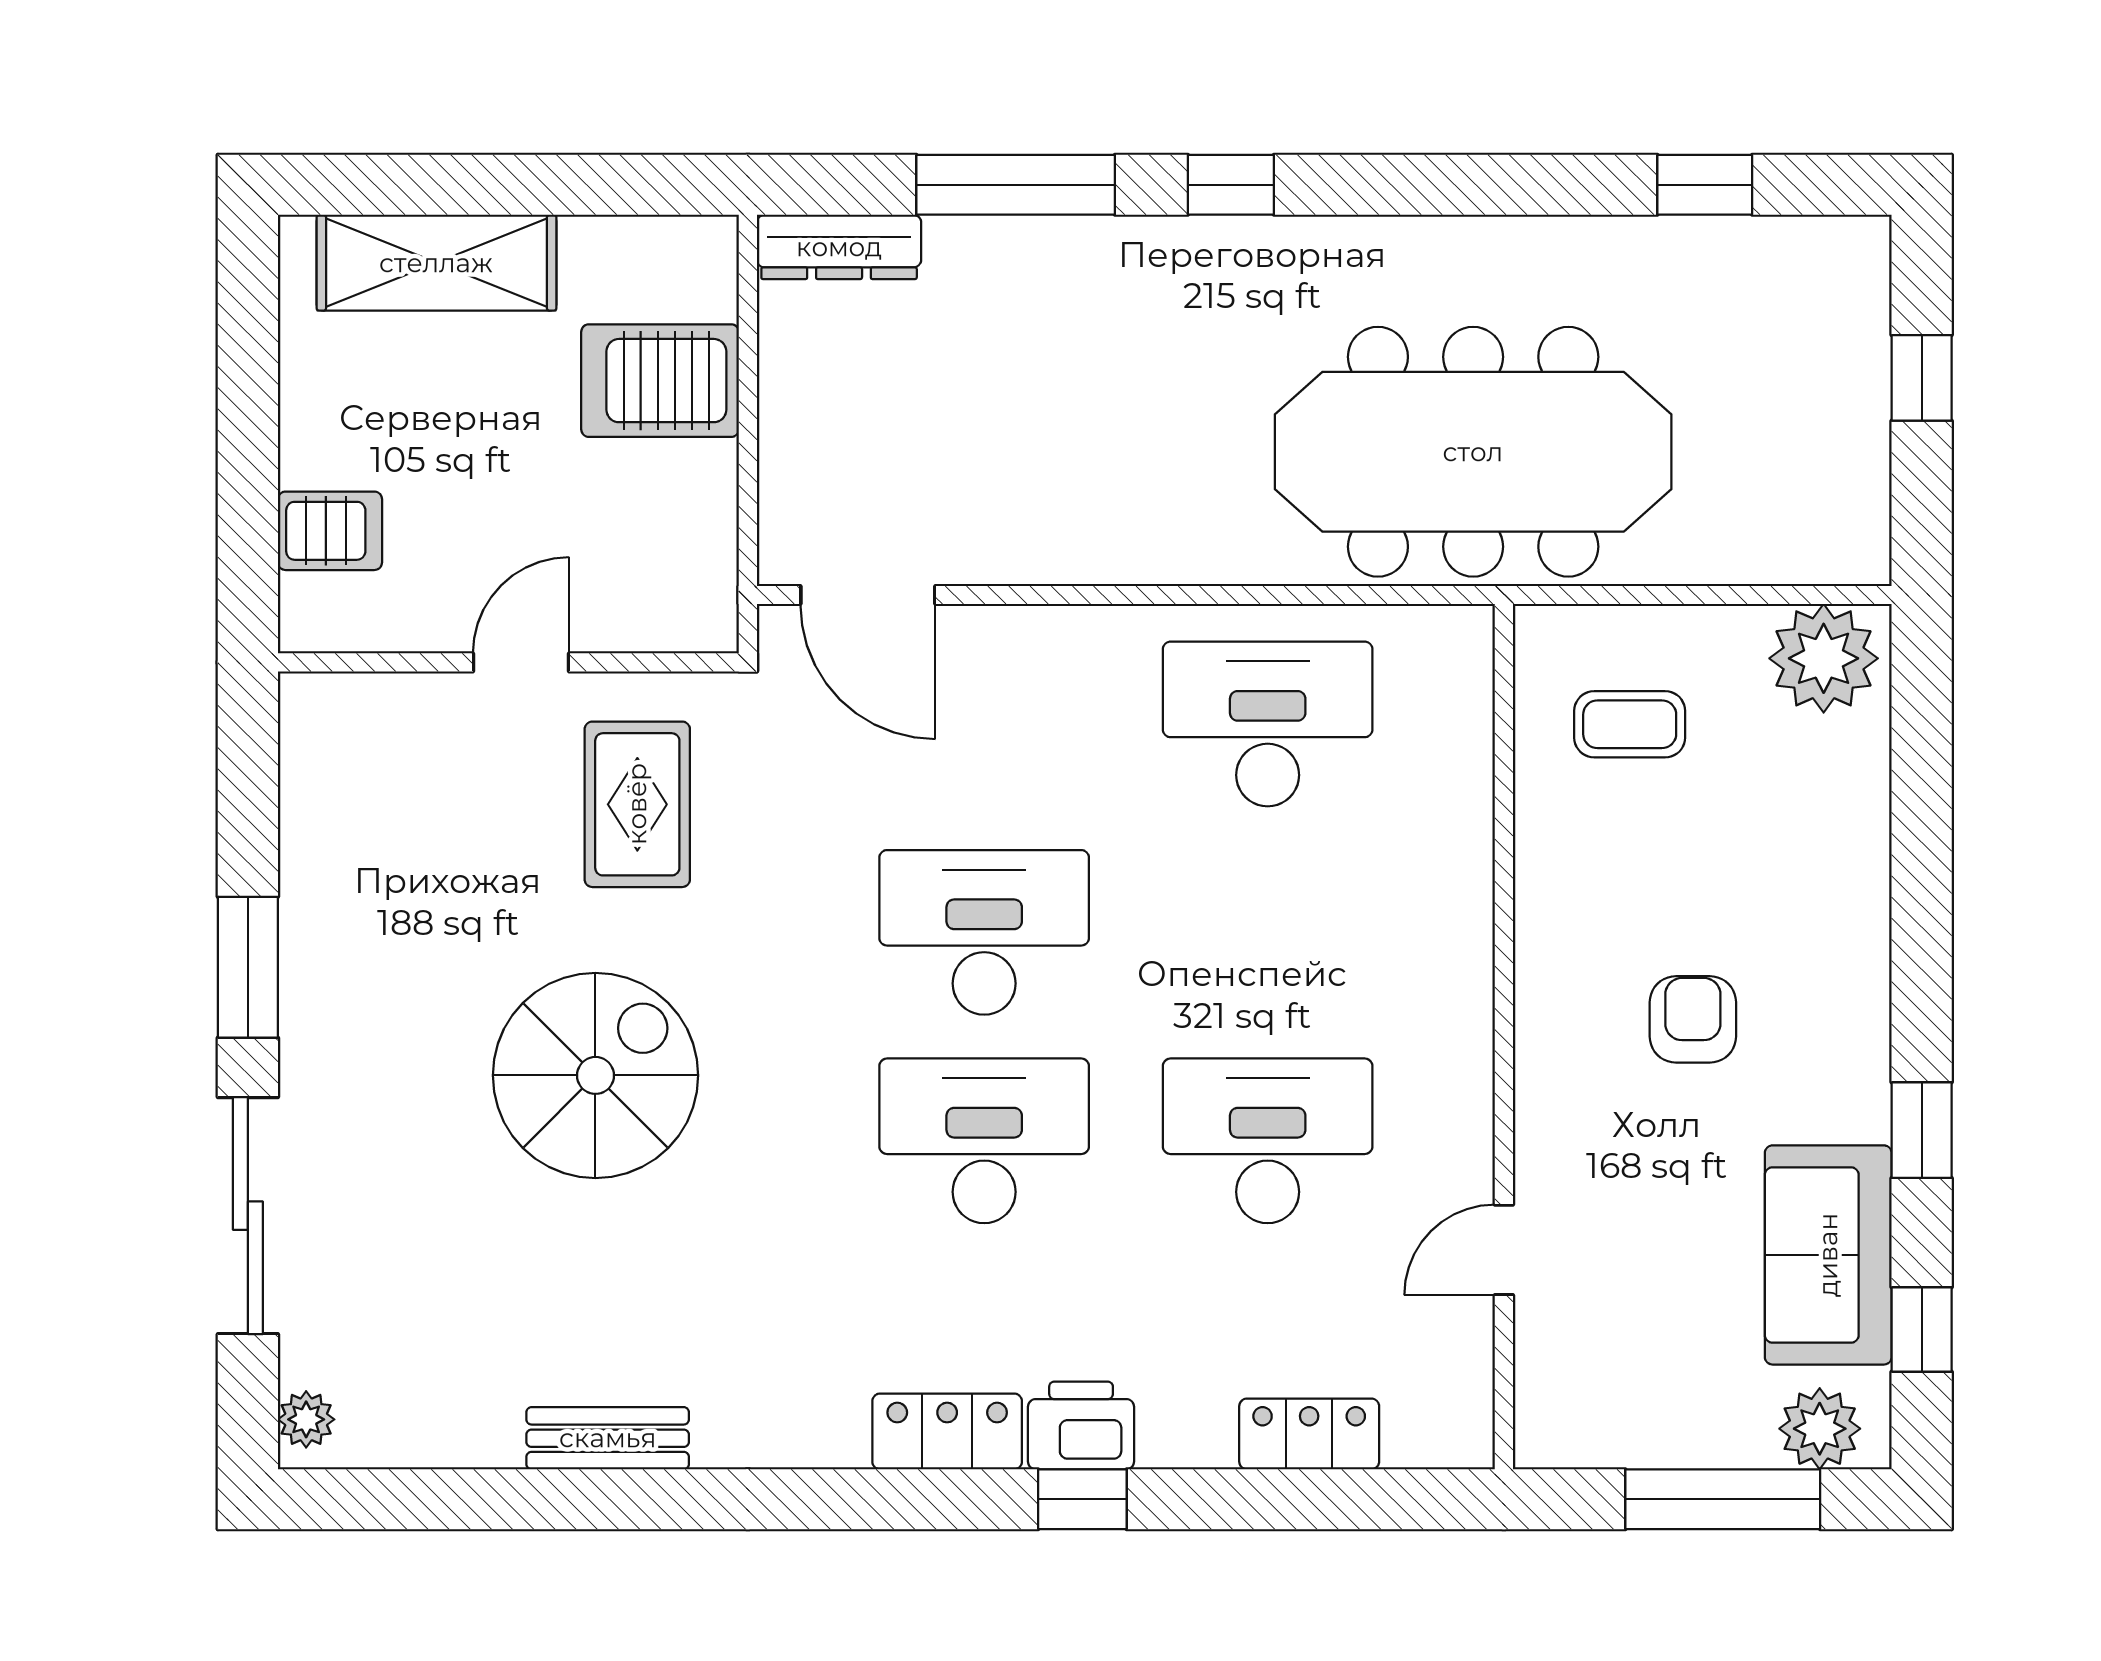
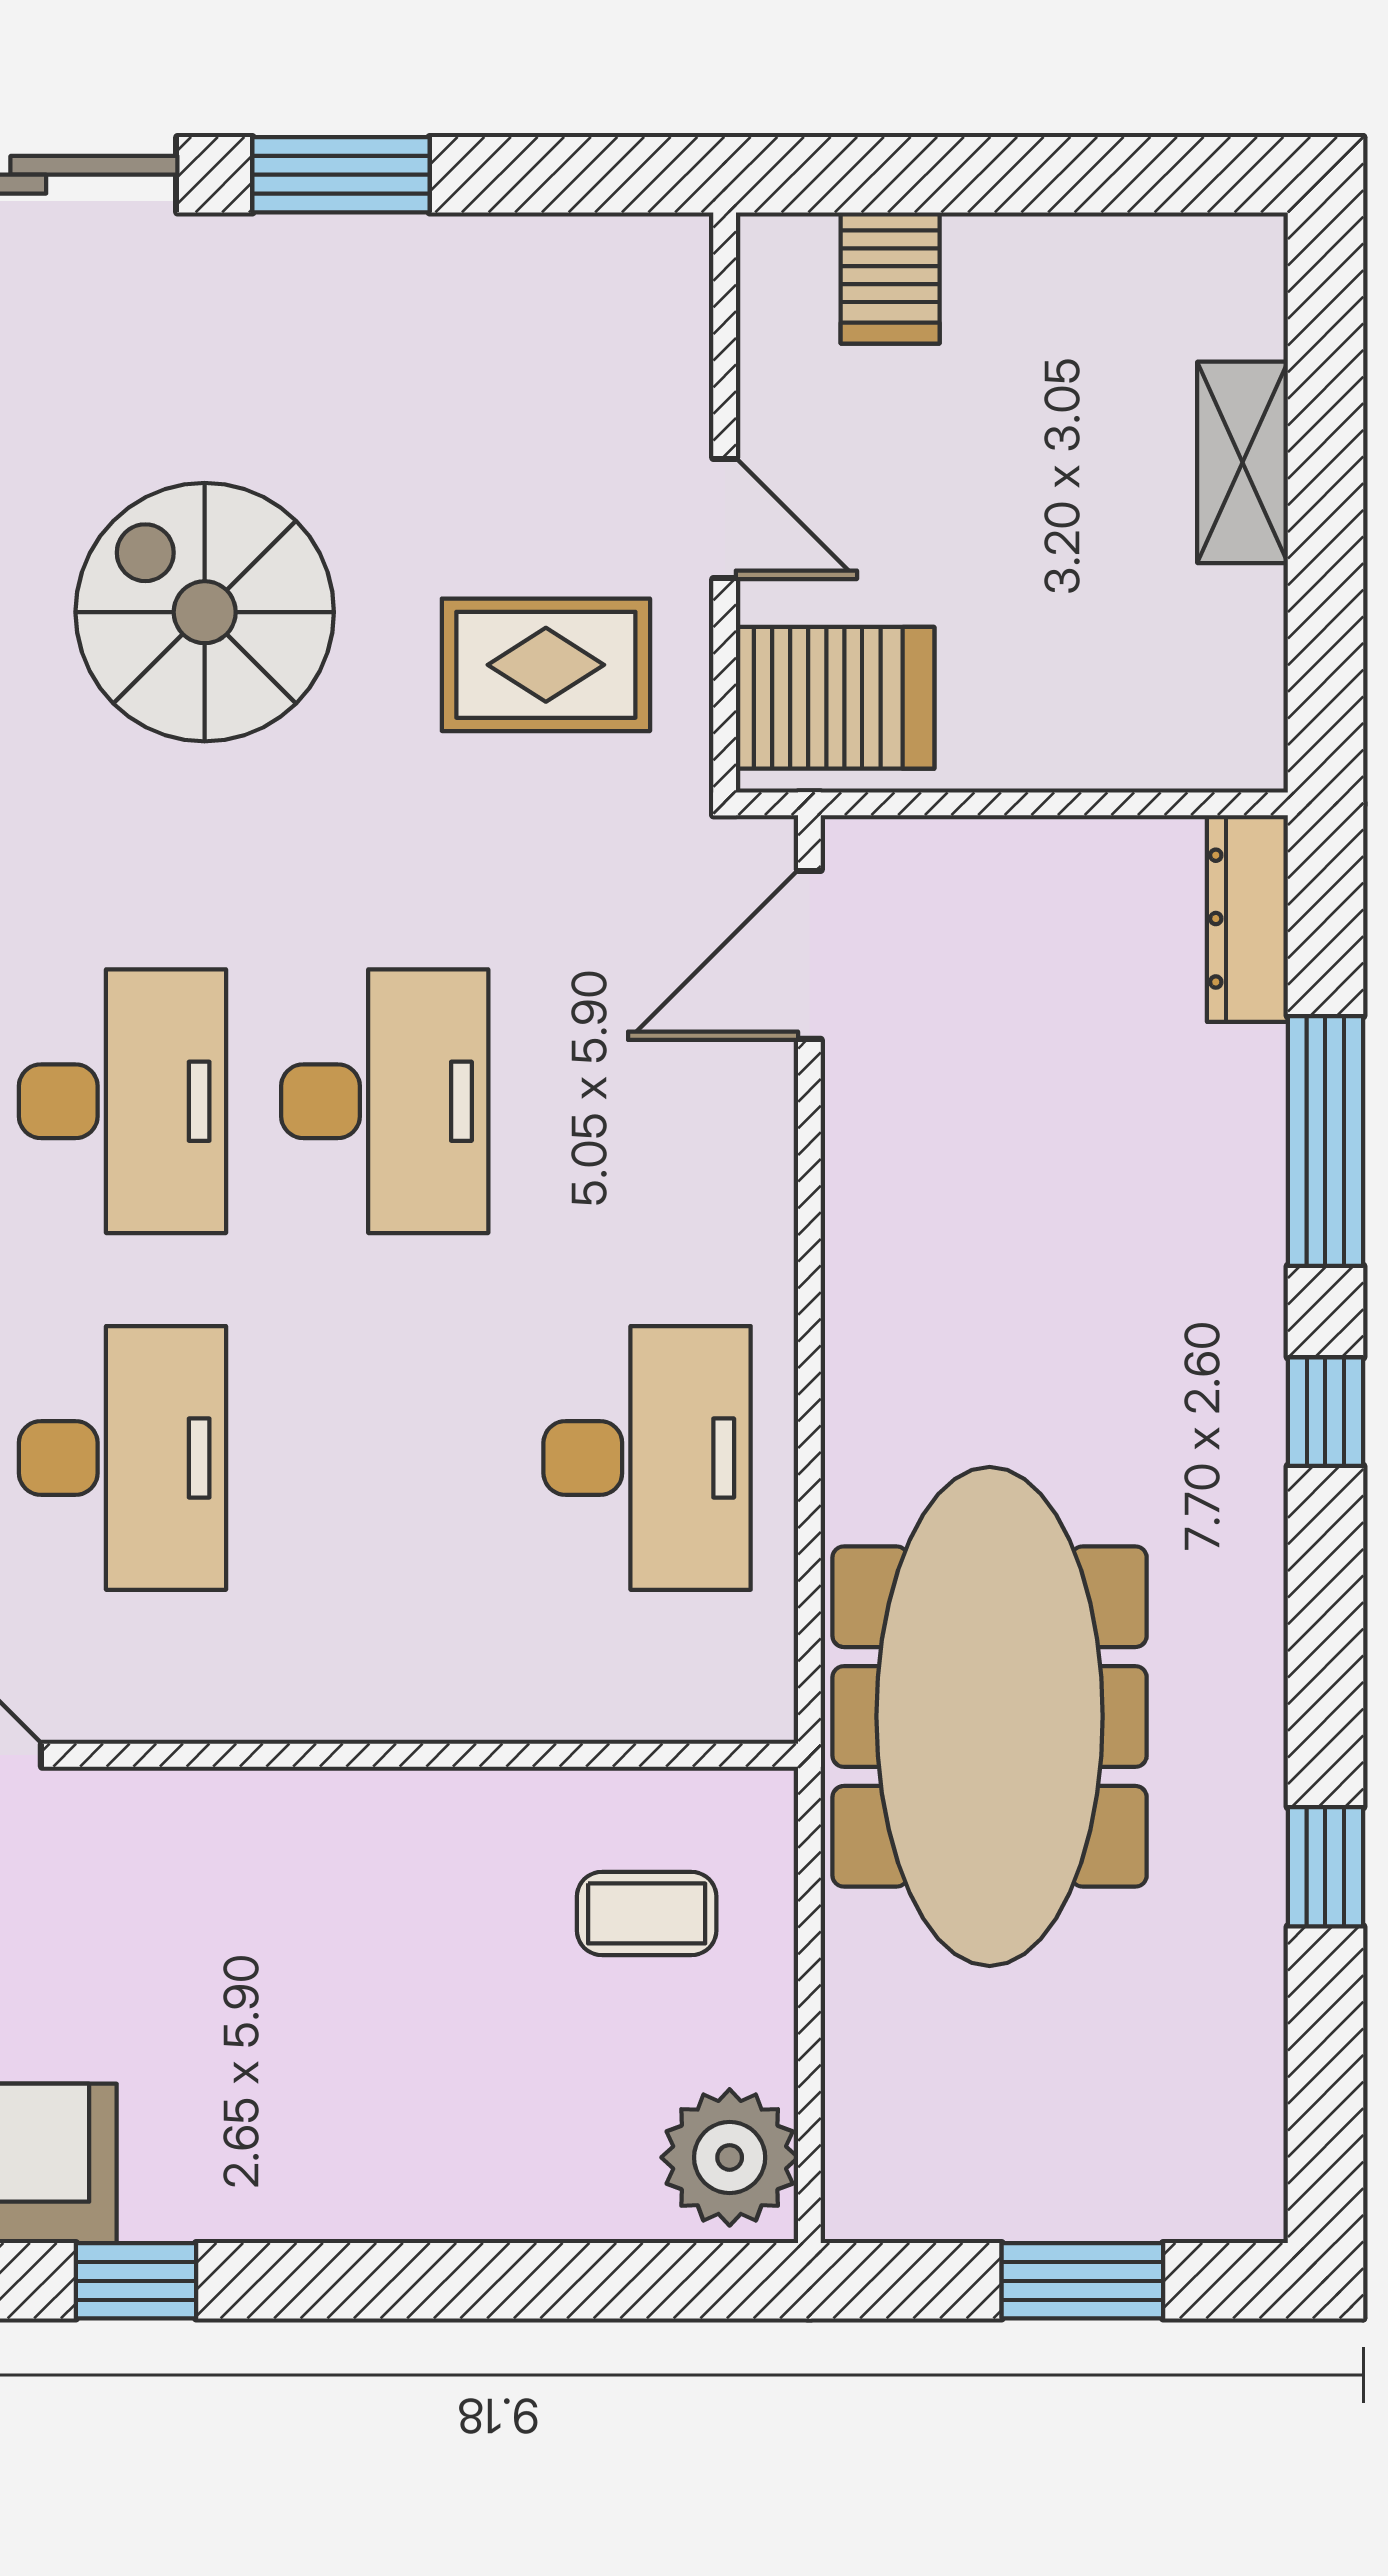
window: (1705, 185) -> (1325, 1867), moved
shelving: (436, 263) -> (1243, 462), width x0.67, depth x0.75
window: (1922, 378) -> (1082, 2281), width x1.50
server rack: (660, 381) -> (835, 698), moved, turned 90
coffee table: (1630, 724) -> (647, 1913), turned 90
armchair: (1693, 1019) -> (275, 1993), removed
spiral stairs: (595, 1075) -> (205, 612), turned 180

